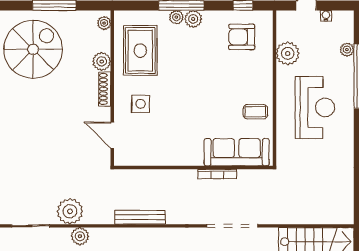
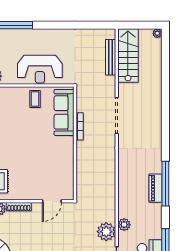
side table: (141, 104) -> (29, 181), removed
reception desk: (315, 108) -> (40, 69), moved, turned 180
bench: (140, 217) -> (111, 57), moved

